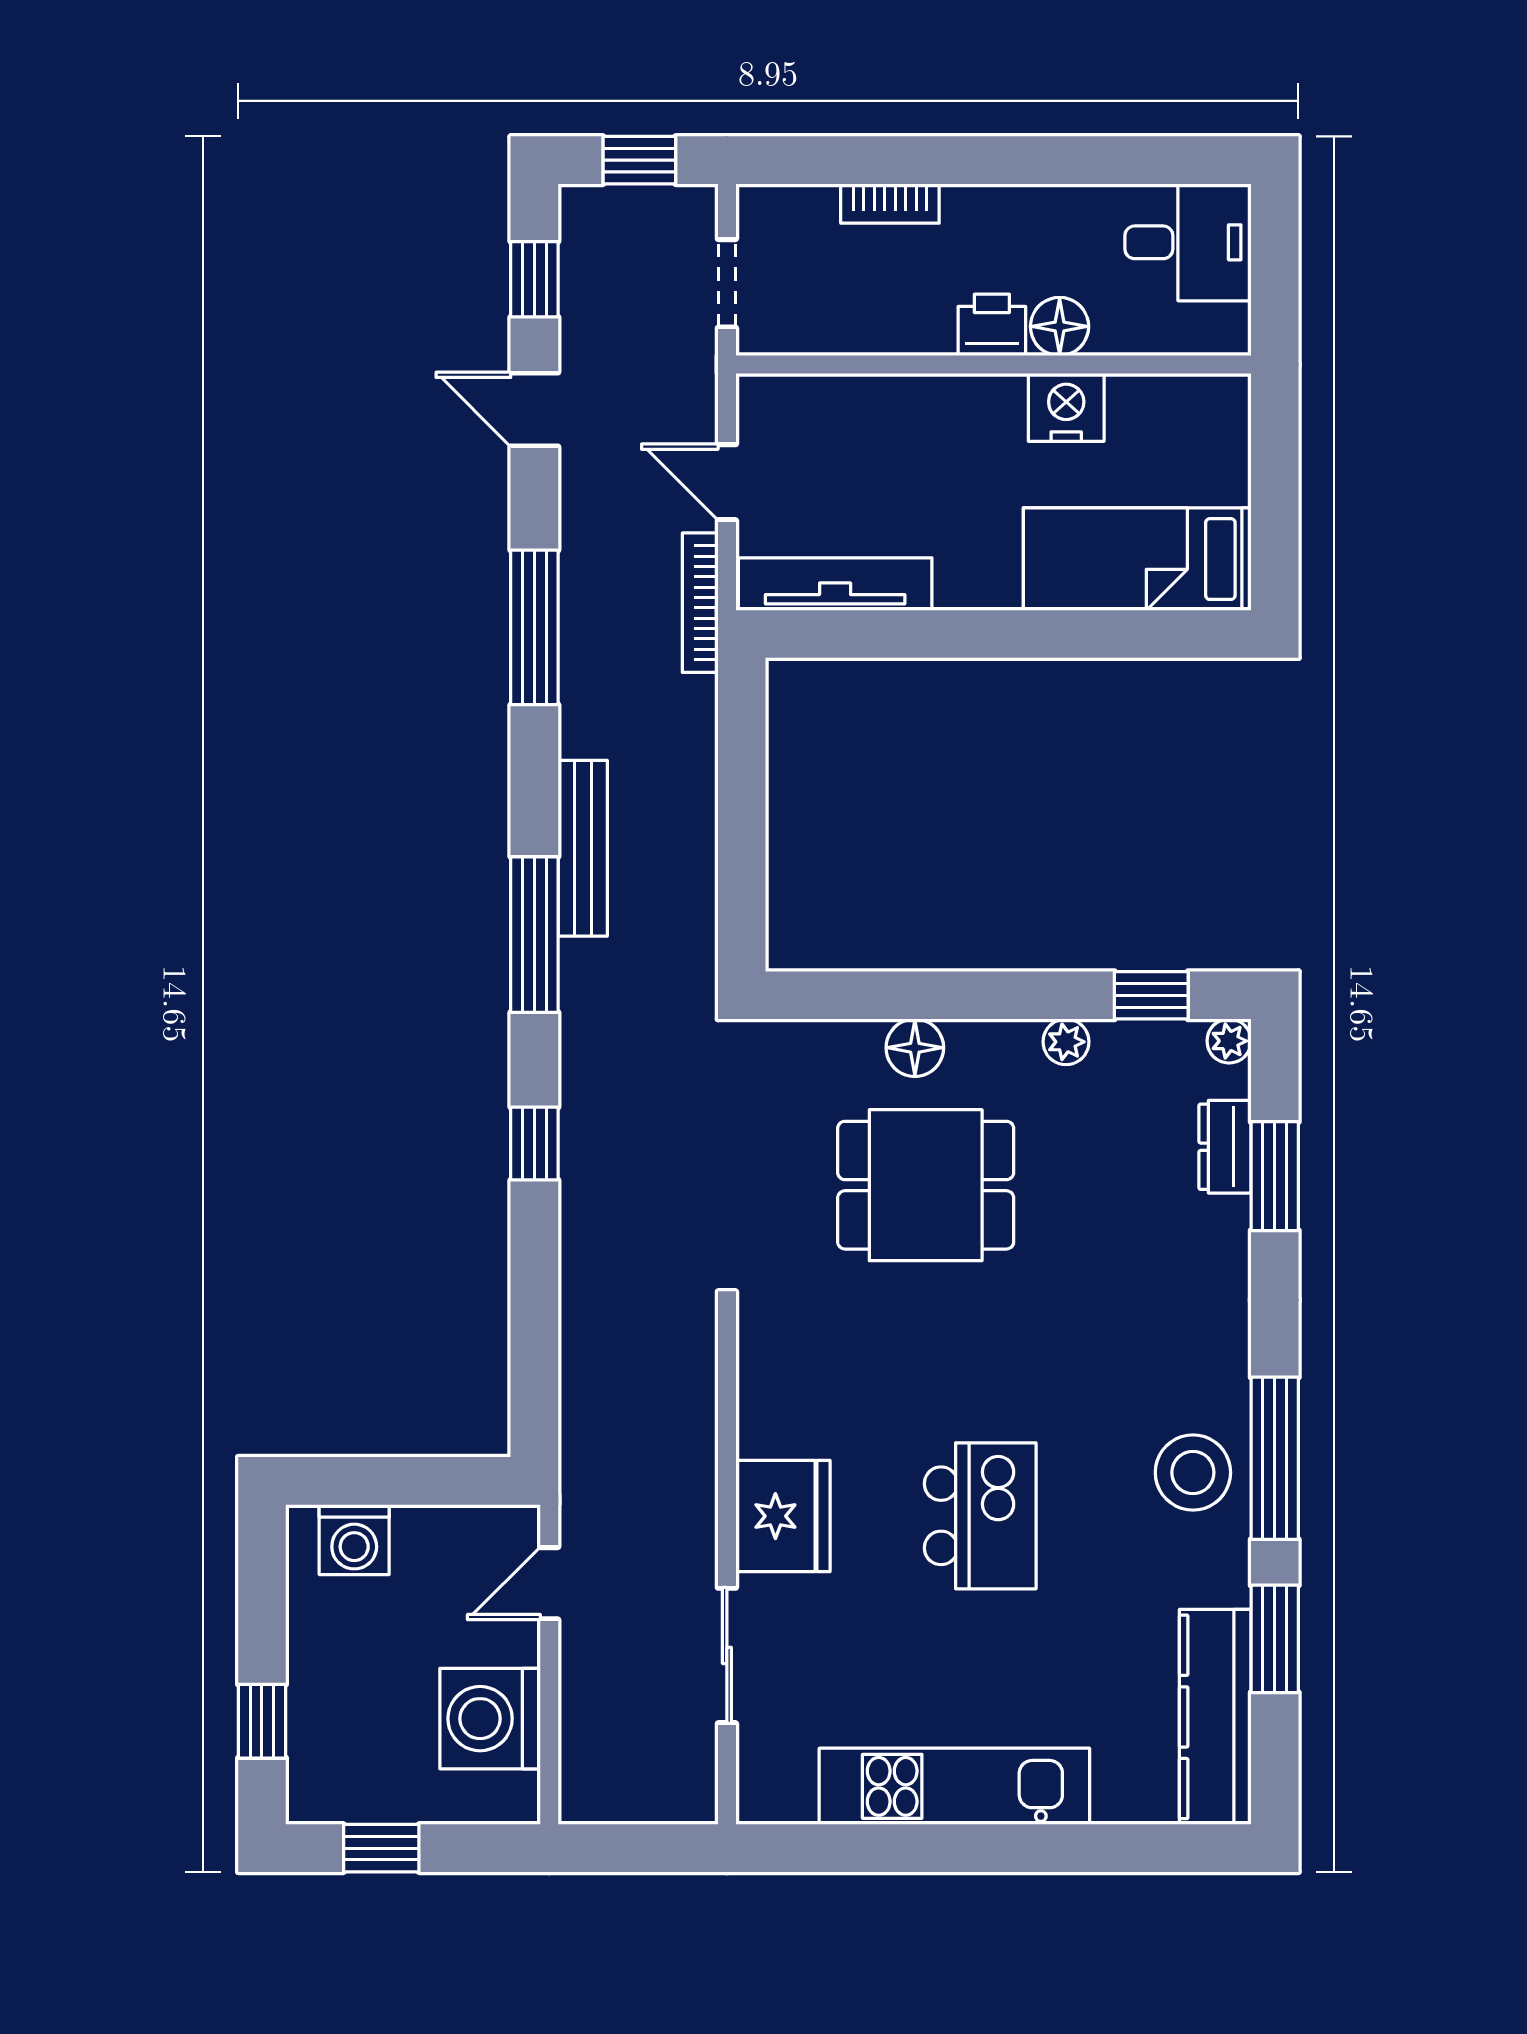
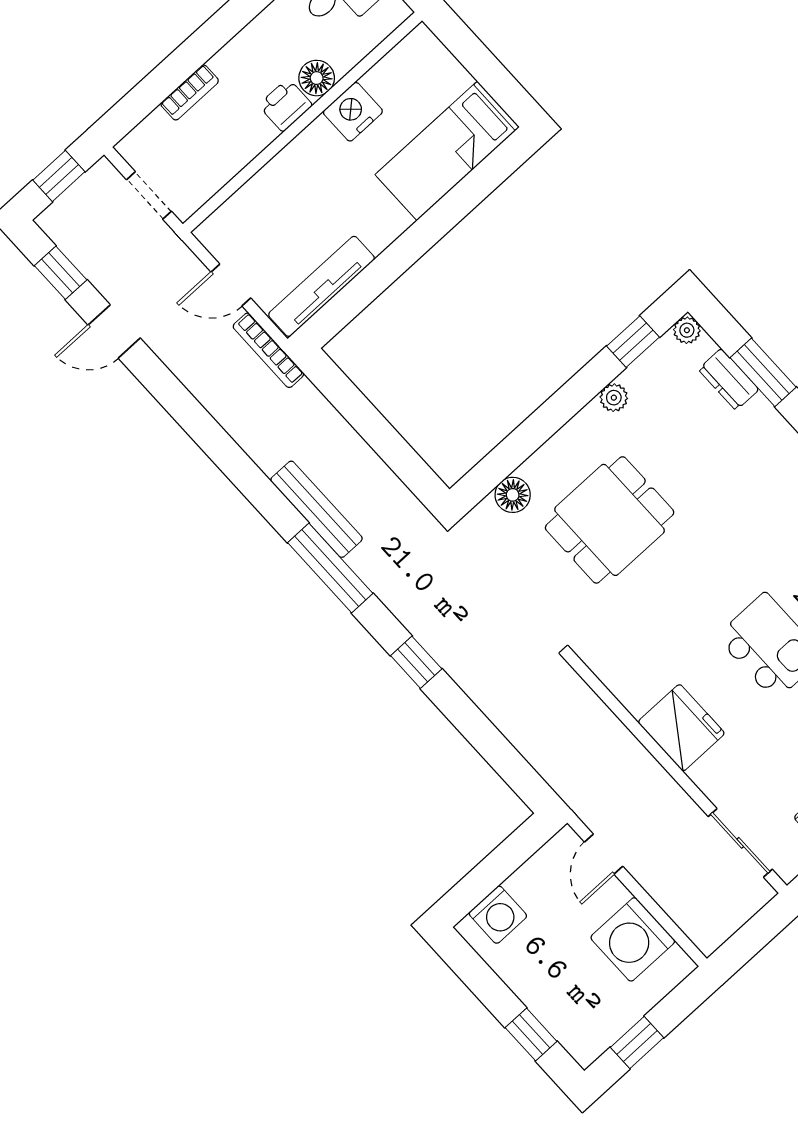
window: (534, 627) -> (204, 430), removed
floor lamp: (915, 1048) -> (513, 495), moved
sliding door: (727, 1655) -> (740, 843), moved

